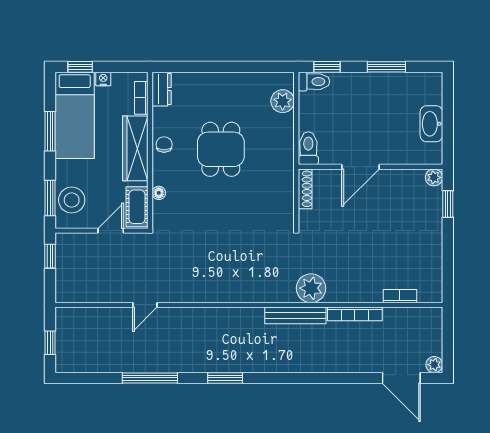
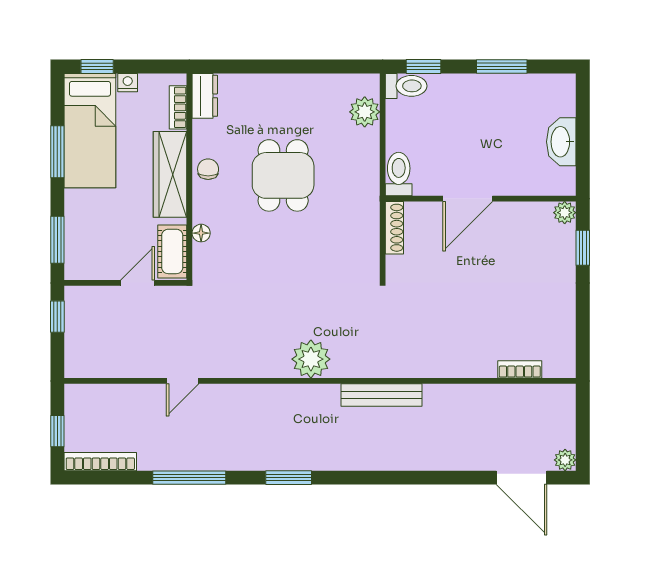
stool: (72, 200) -> (86, 242), removed
plant: (311, 288) -> (311, 359), moved
bookcase: (355, 314) -> (100, 462), moved, turned 180

